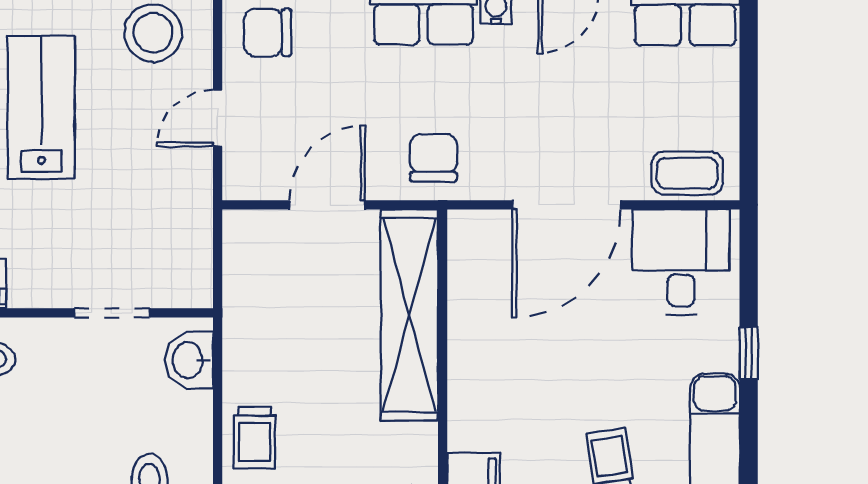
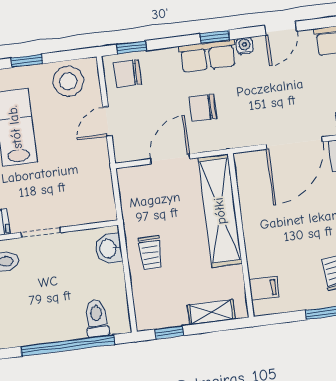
chair: (433, 158) -> (203, 108), moved, turned -90
doorway: (112, 313) -> (41, 232), moved
trolley: (254, 438) -> (151, 253), moved

